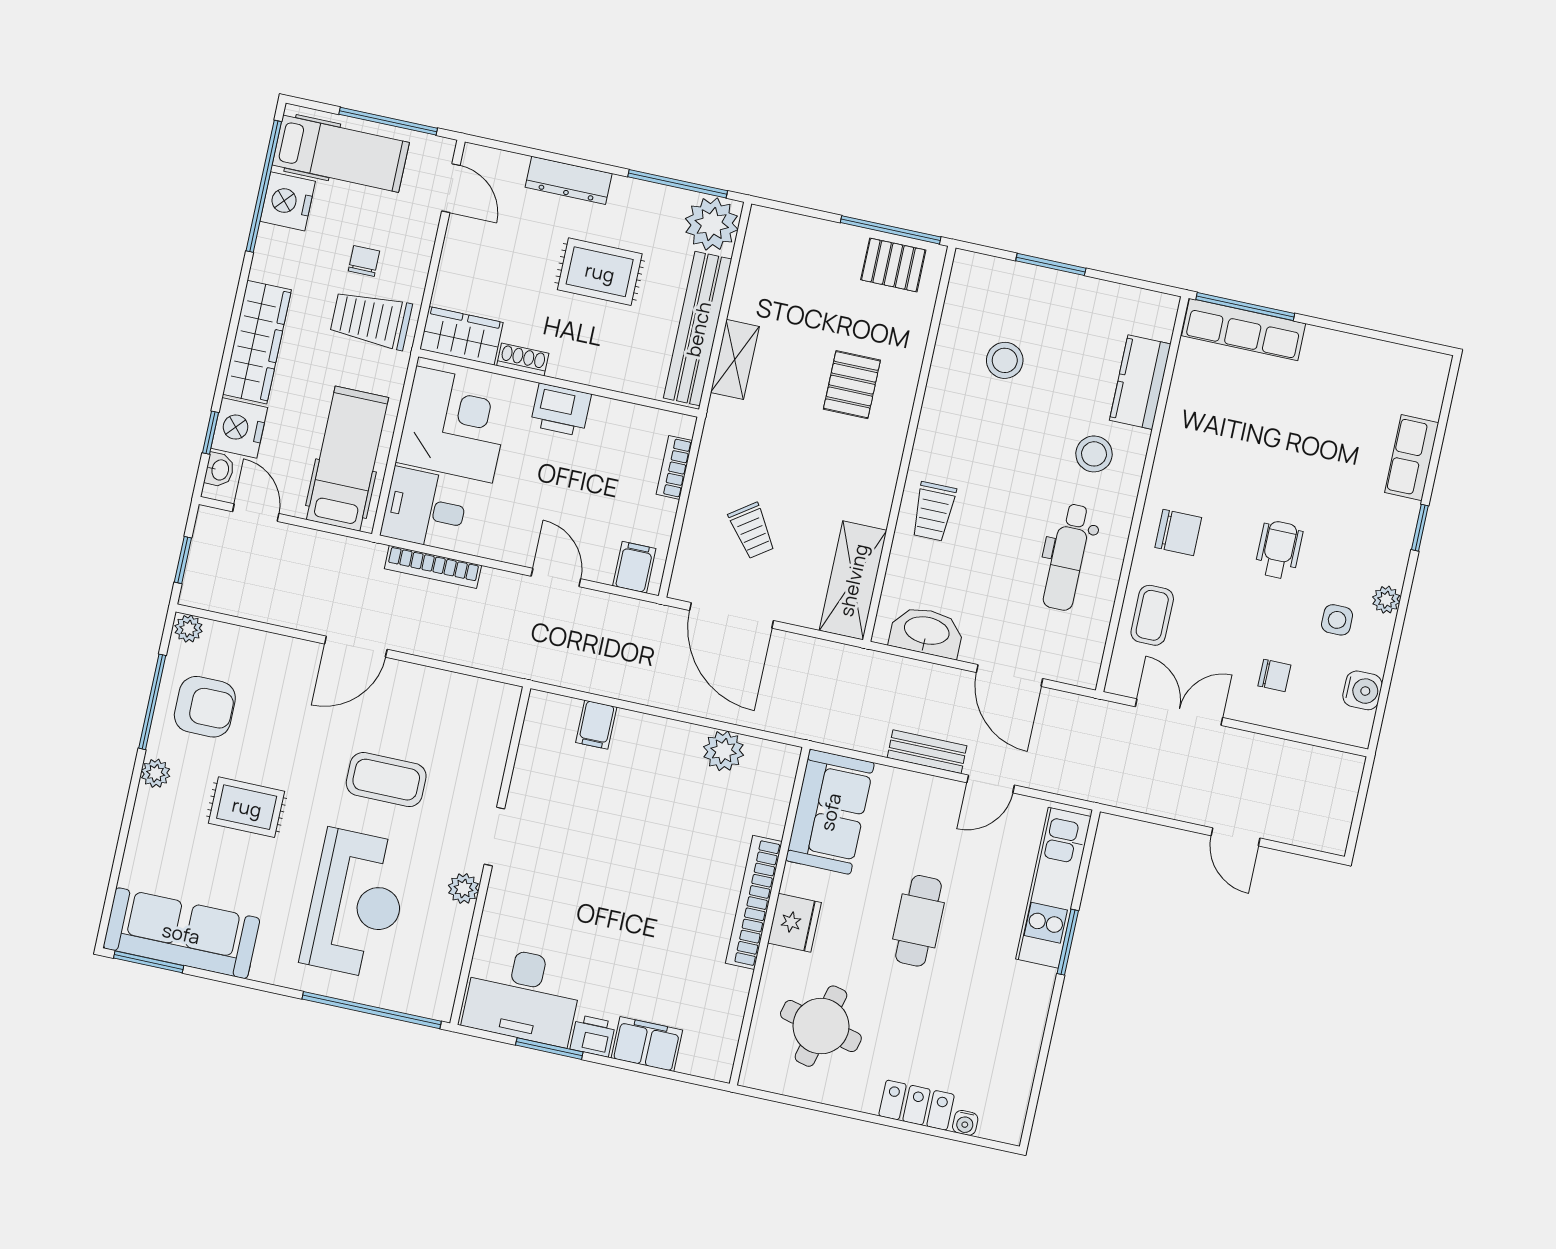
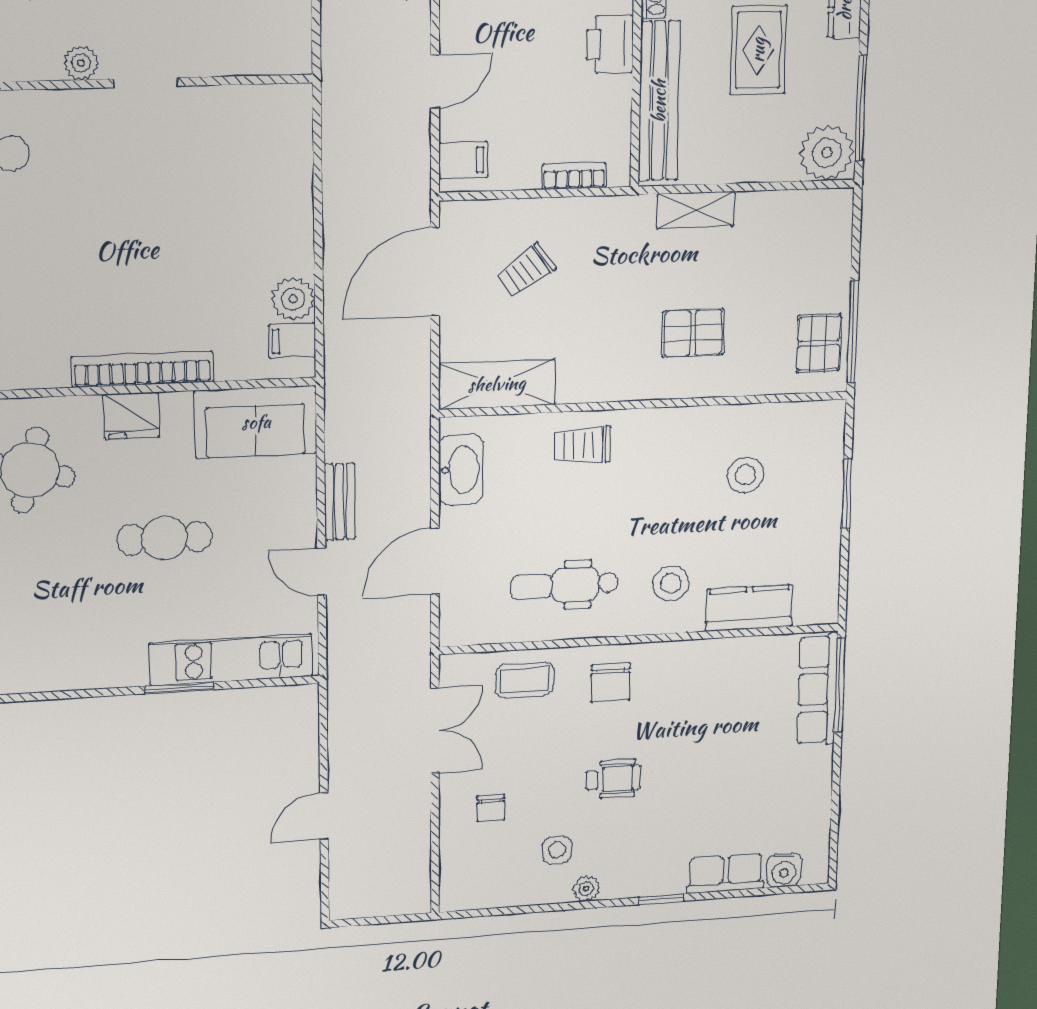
bench: (698, 329) -> (659, 101), moved, turned 90
water cooler: (1362, 690) -> (784, 870), moved
filing cabinet: (596, 725) -> (292, 341), moved

